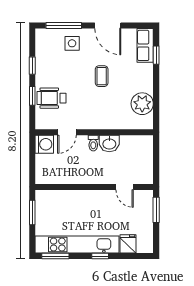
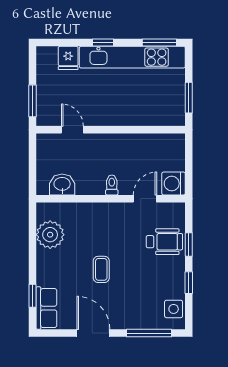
side table: (72, 43) -> (174, 309), moved
washbasin: (109, 143) -> (62, 184), moved

